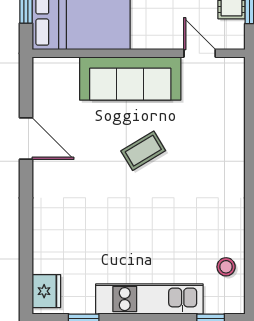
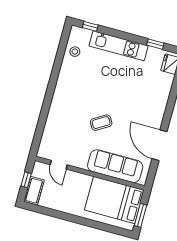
sofa: (130, 79) -> (115, 166), moved
door: (26, 138) -> (160, 145), width x1.36

